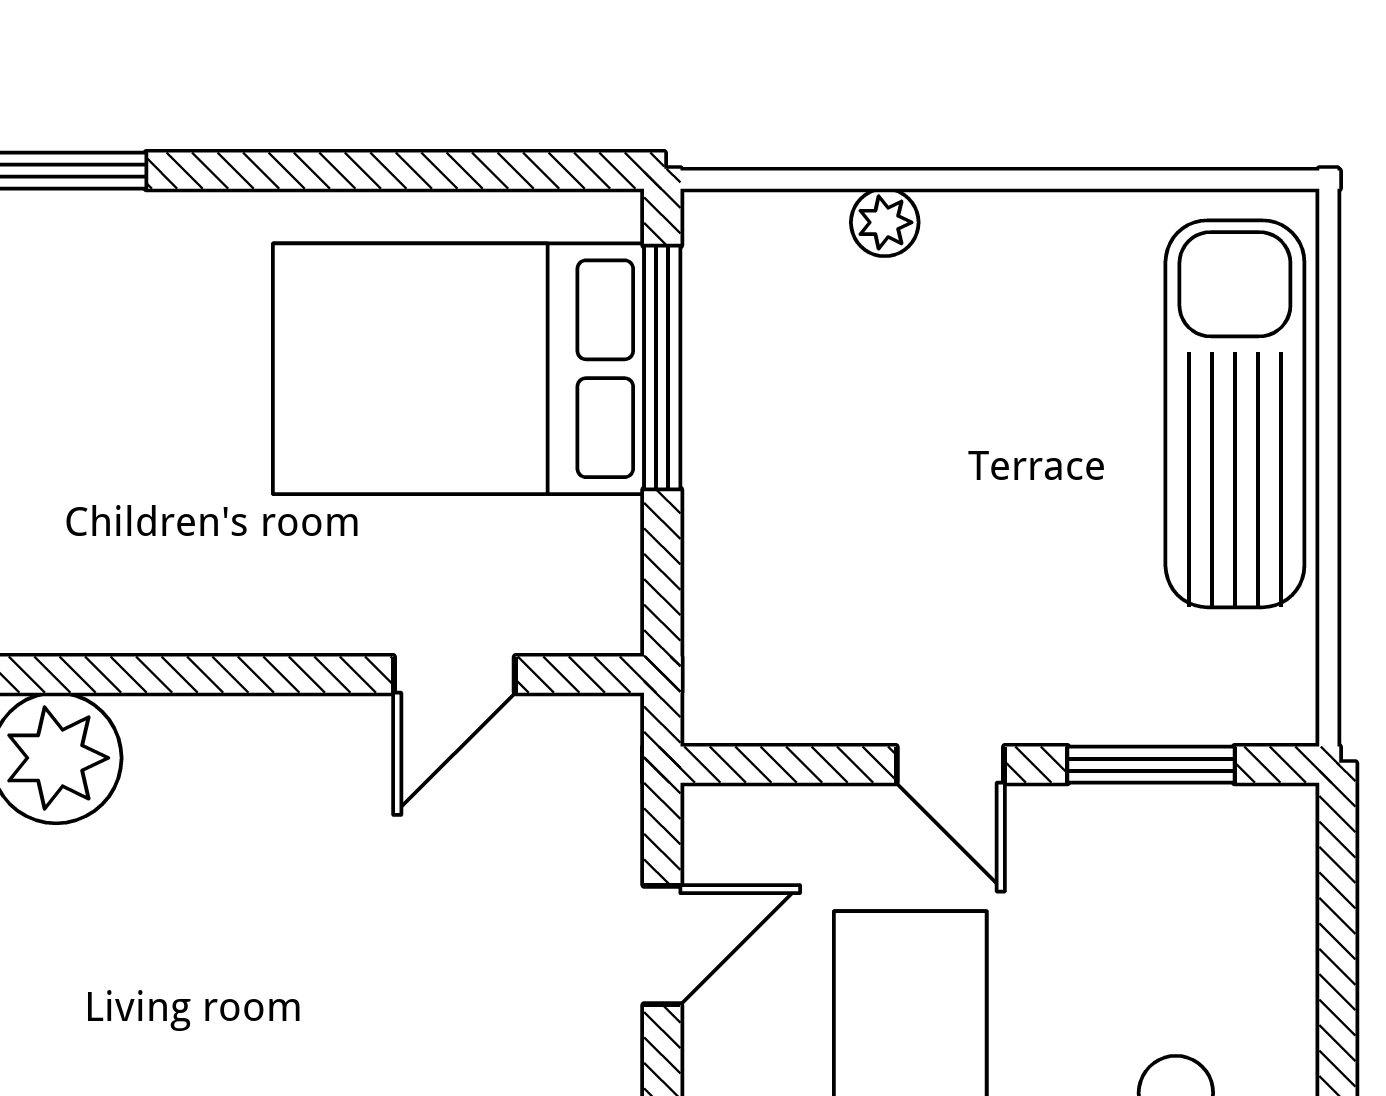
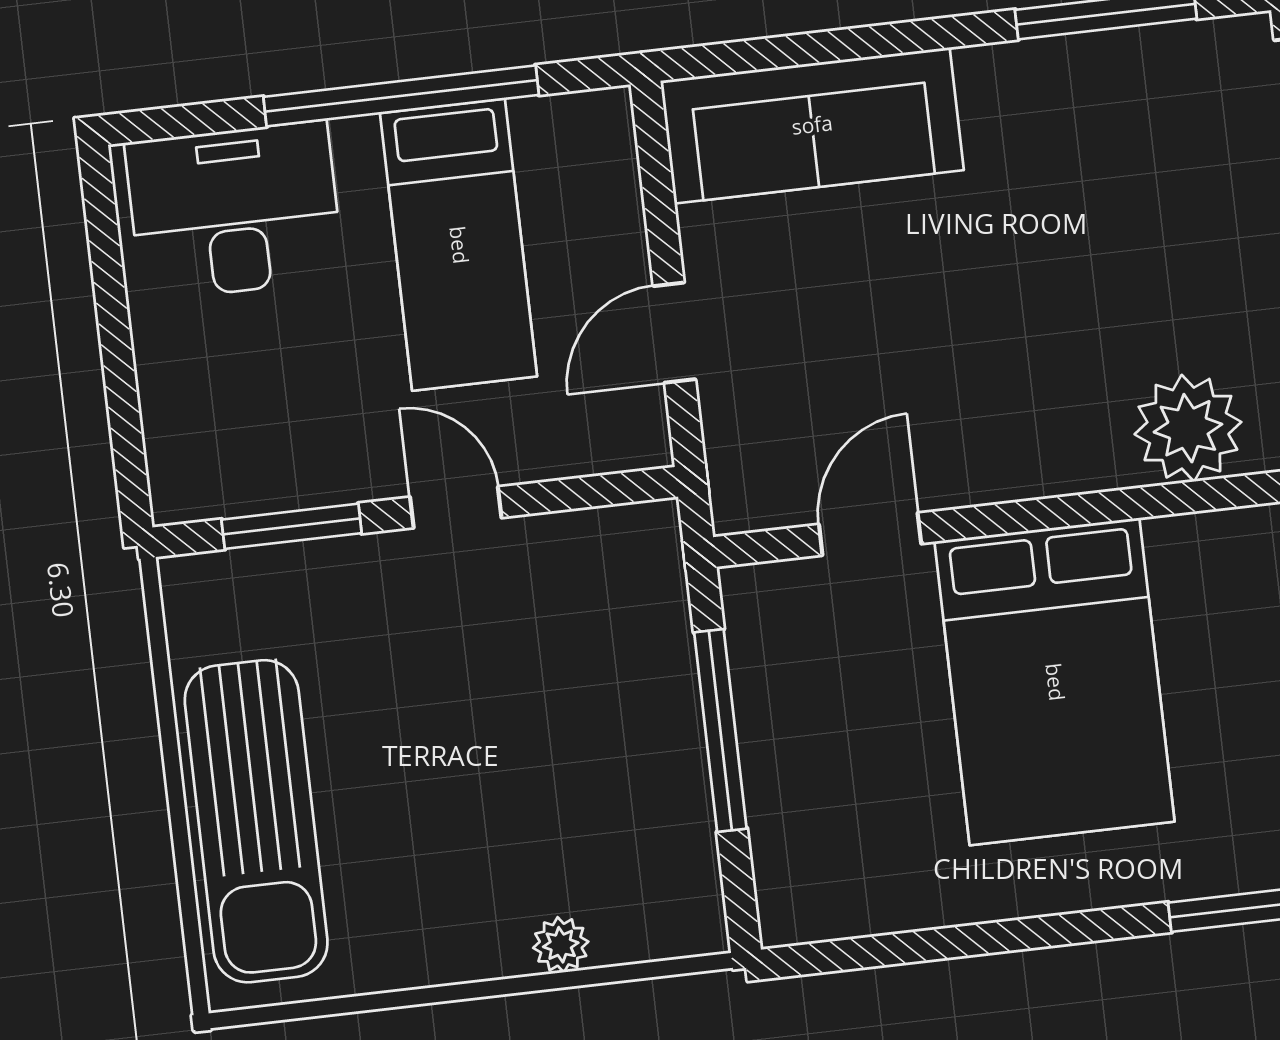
window: (662, 367) -> (720, 731), moved
bed: (459, 369) -> (1055, 682), moved, turned 90

